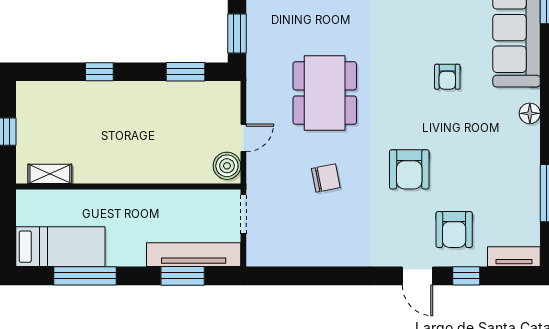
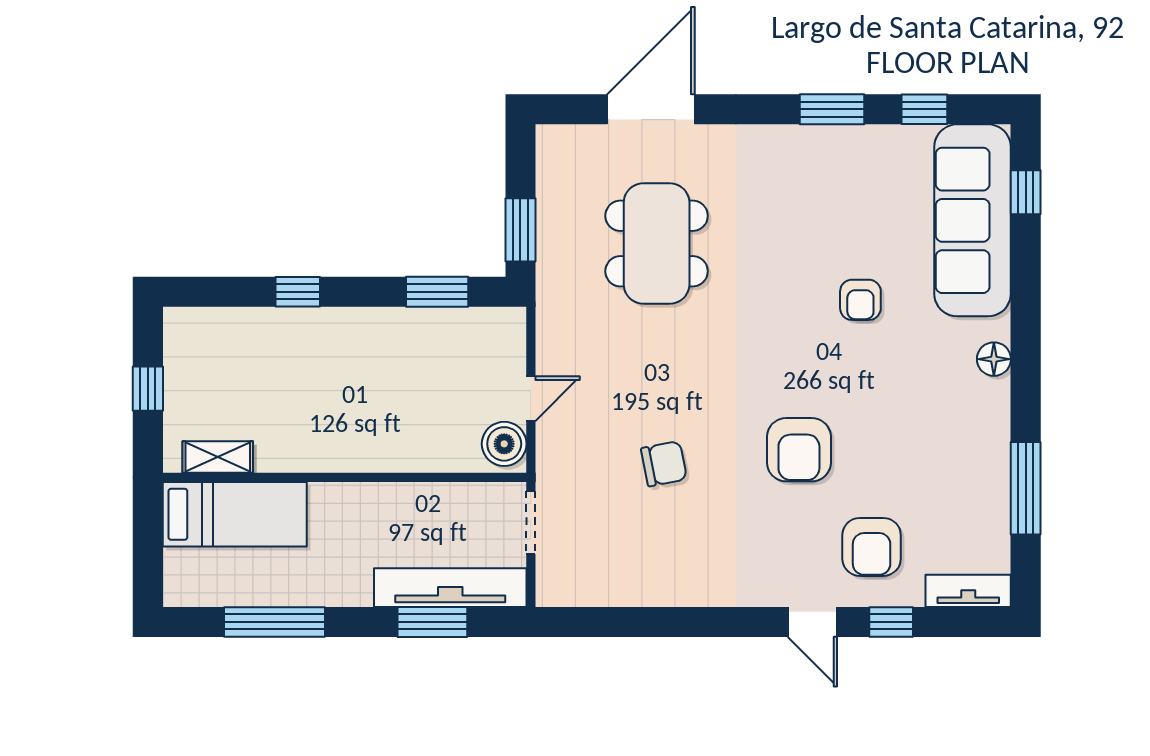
dining table: (325, 93) -> (657, 244), moved
bed: (60, 247) -> (235, 514), moved

